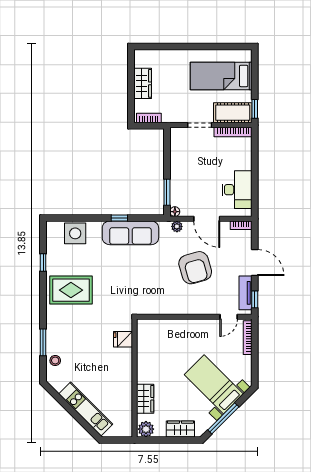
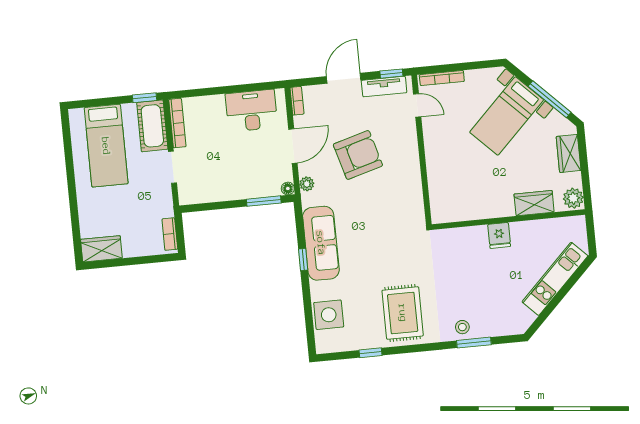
wardrobe: (143, 83) -> (101, 249), moved
fridge: (123, 339) -> (499, 235), moved
stool: (55, 361) -> (462, 327), moved

